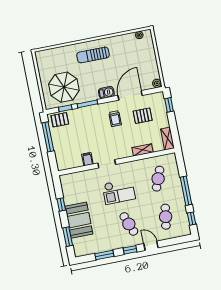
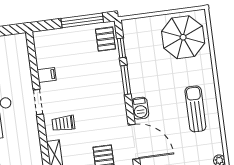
sun lounger: (93, 55) -> (195, 109), moved
parasol: (64, 87) -> (183, 37), moved
trolley: (115, 119) -> (63, 123), moved

